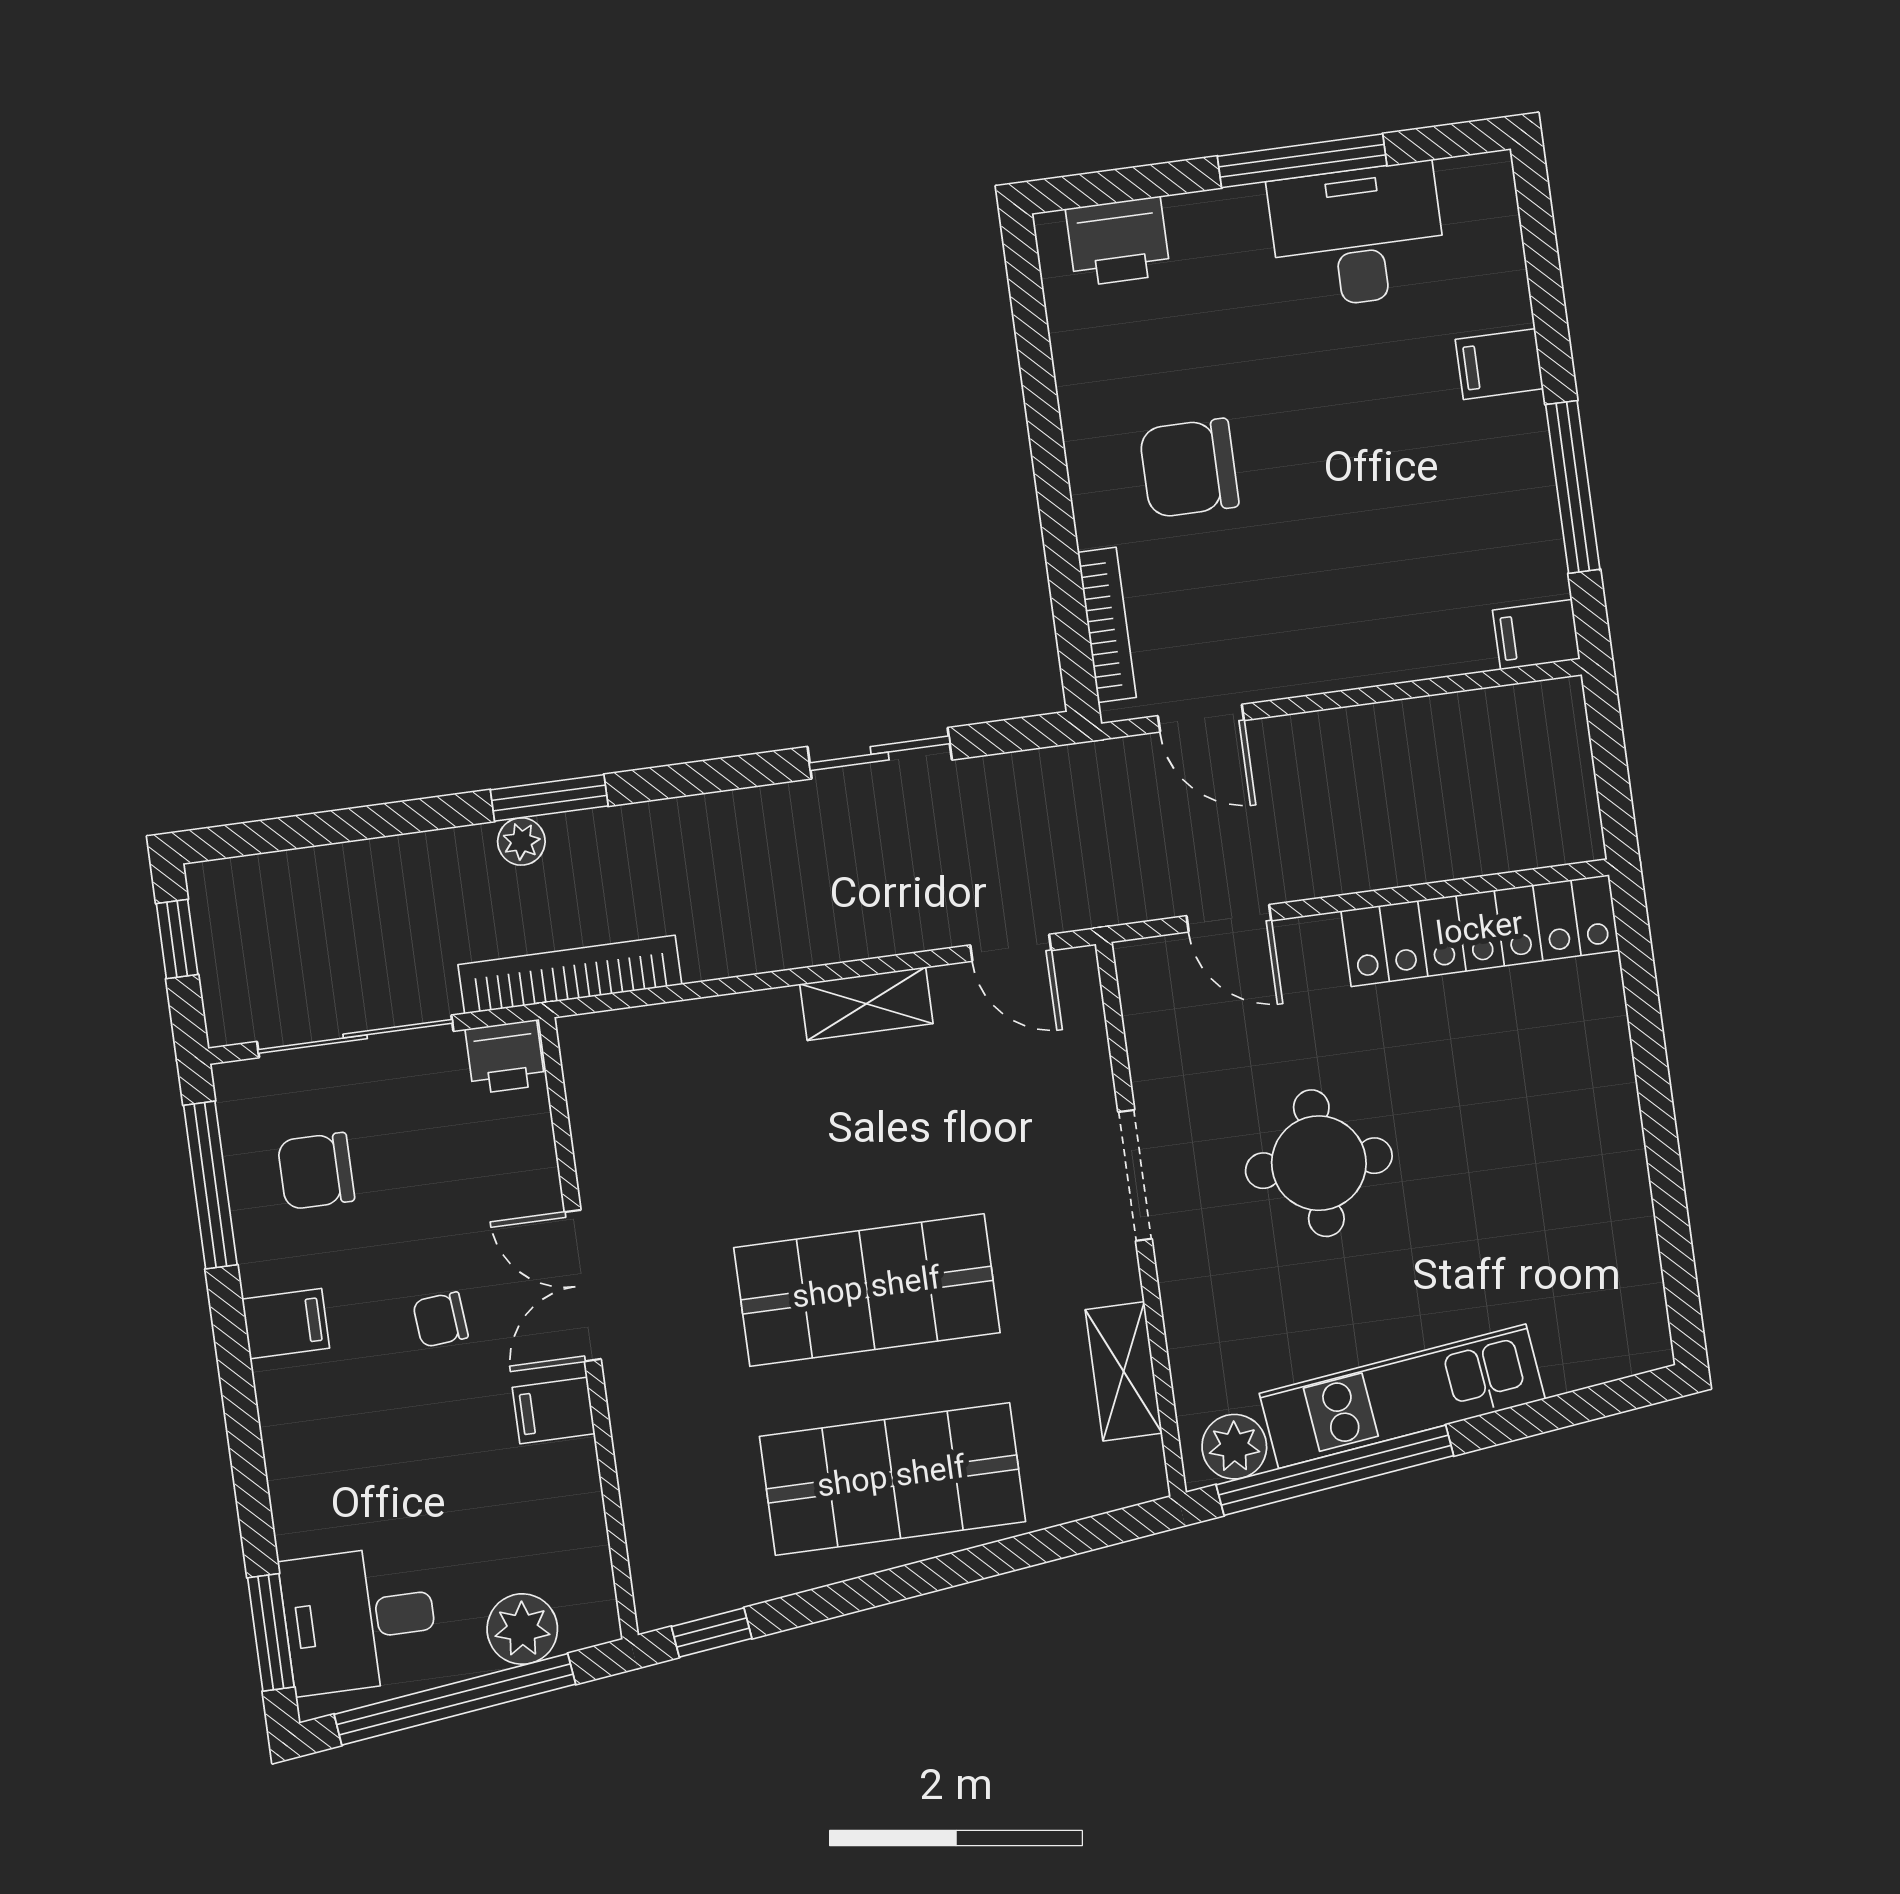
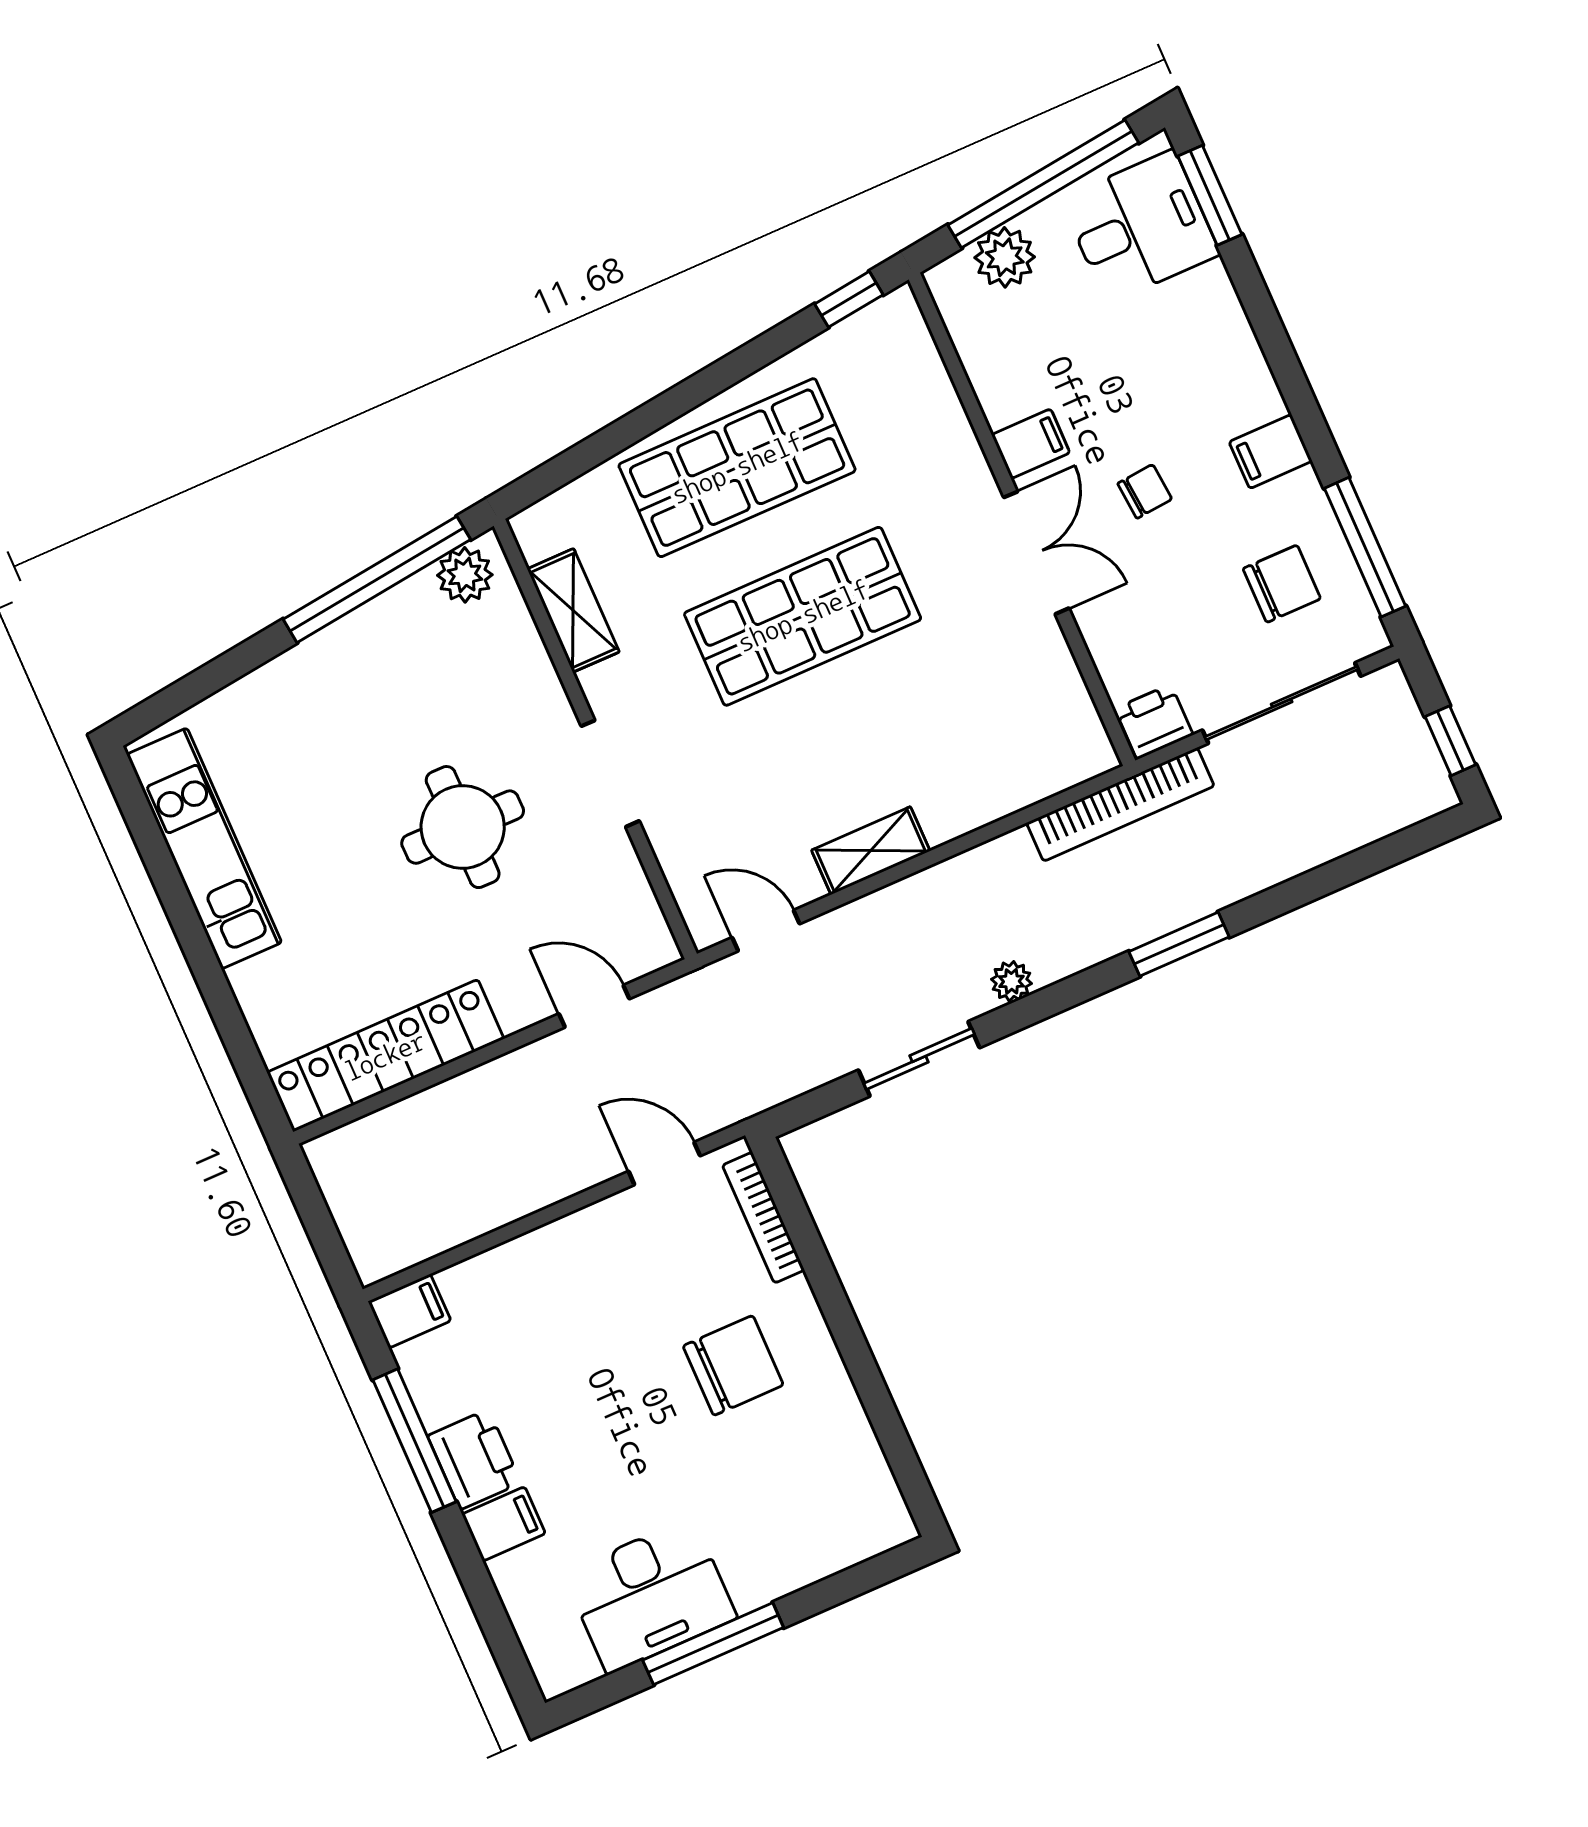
printer: (1118, 242) -> (474, 1459), moved, turned 90
plant: (521, 841) -> (1011, 981), moved
kitchen unit: (1402, 1396) -> (204, 848), moved, turned -83

